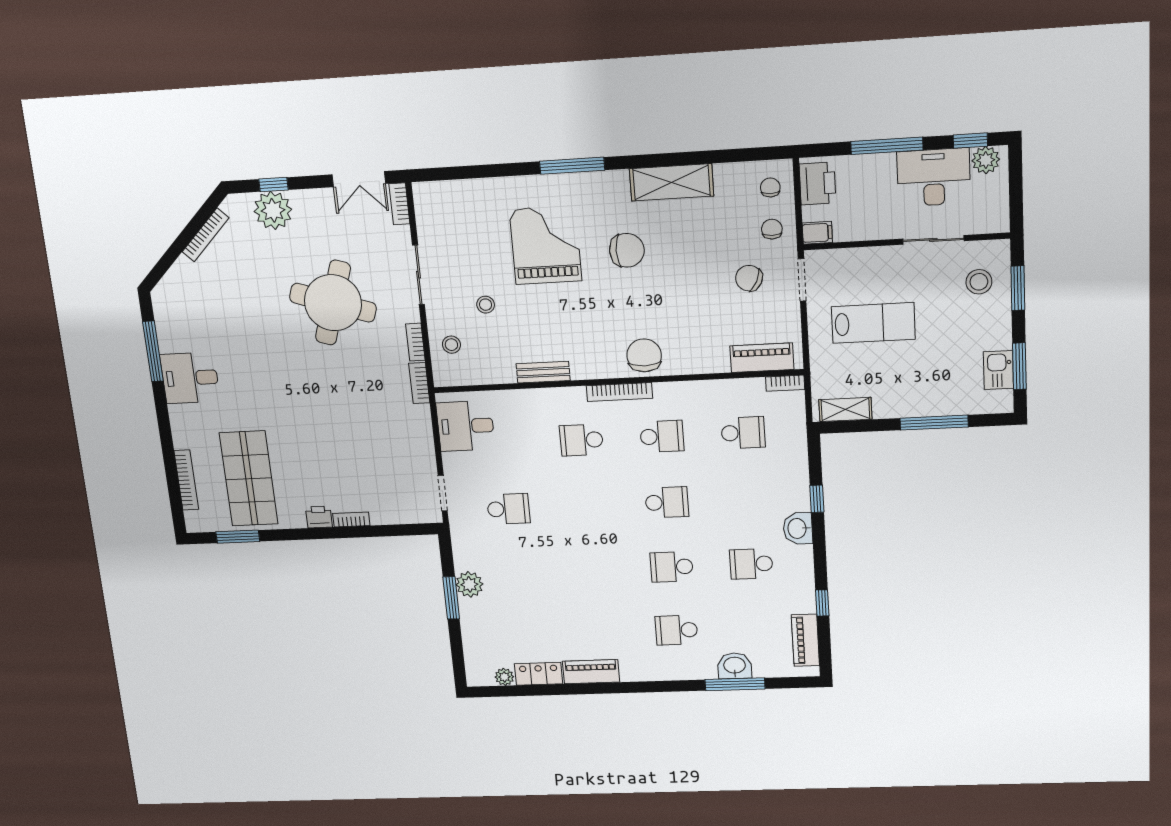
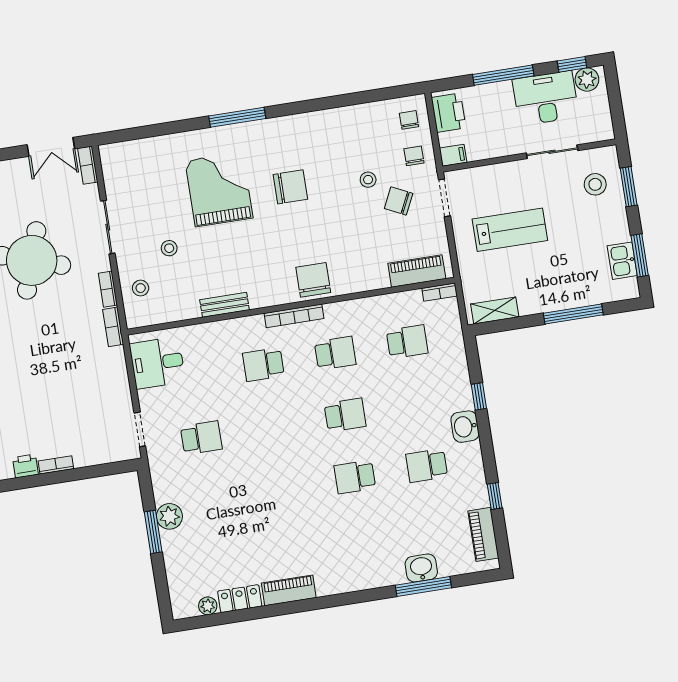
shelving: (672, 182) -> (324, 124), removed
stool: (716, 251) -> (368, 180), added
school desk: (676, 630) -> (365, 539), removed

